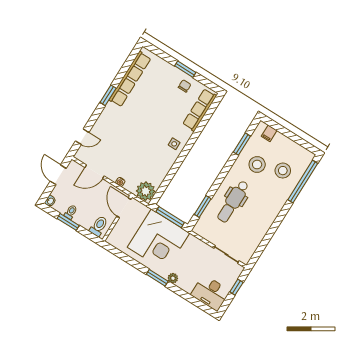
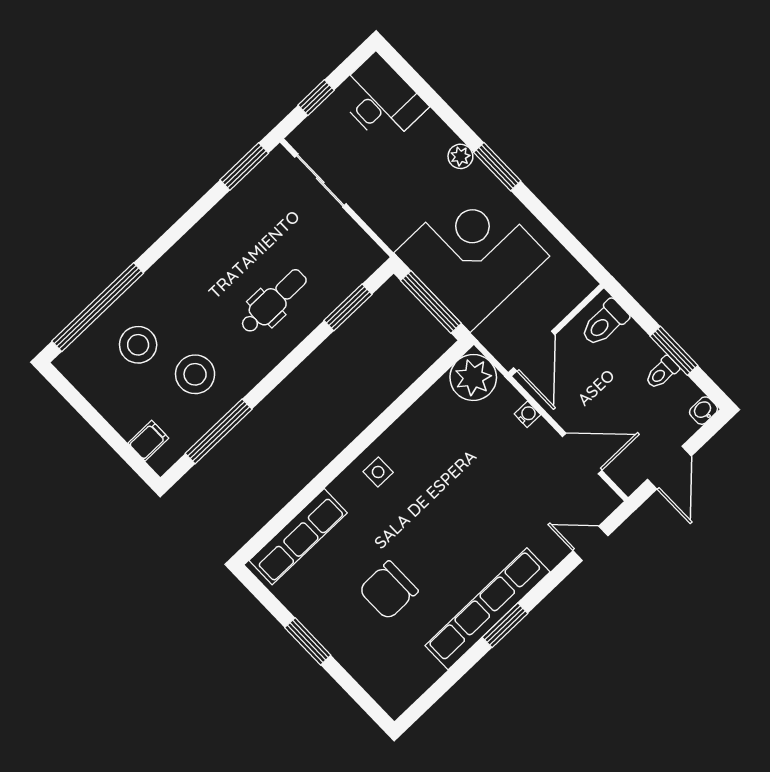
row of seats: (130, 79) -> (488, 609), moved
chair: (185, 86) -> (388, 590), moved, width x1.87, depth x1.87
window: (242, 144) -> (219, 431), width x1.44
dental chair: (233, 202) -> (273, 301), width x0.73, depth x0.72
window: (258, 252) -> (244, 167), added

